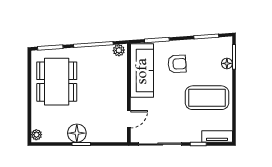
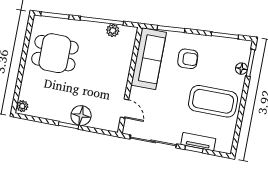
plant: (119, 50) -> (113, 31), moved
dining table: (57, 82) -> (55, 53), width x0.73
door: (129, 119) -> (125, 108), hinge flipped
floor lamp: (77, 133) -> (81, 116), moved
tv unit: (217, 136) -> (198, 142), moved

